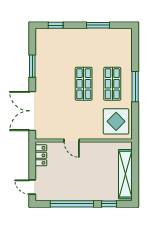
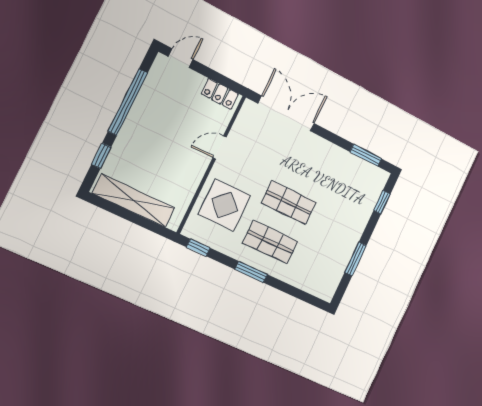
window: (32, 66) -> (366, 155), moved
window: (135, 87) -> (251, 272), width x0.69
display table: (116, 121) -> (225, 205), moved
window: (135, 125) -> (198, 248), added

